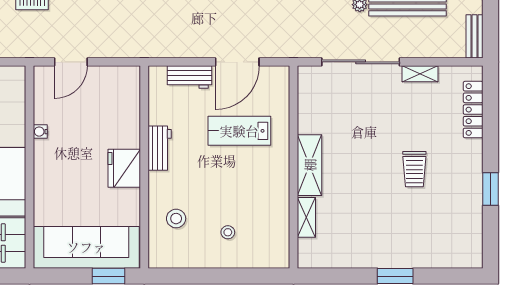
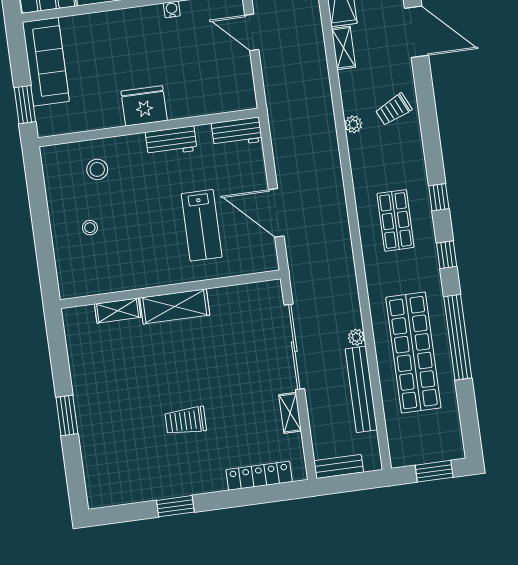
workbench: (190, 77) -> (237, 132), moved, turned -90
lab bench: (239, 131) -> (202, 225), turned 180
sofa: (86, 247) -> (46, 62), width x0.74, depth x0.79

